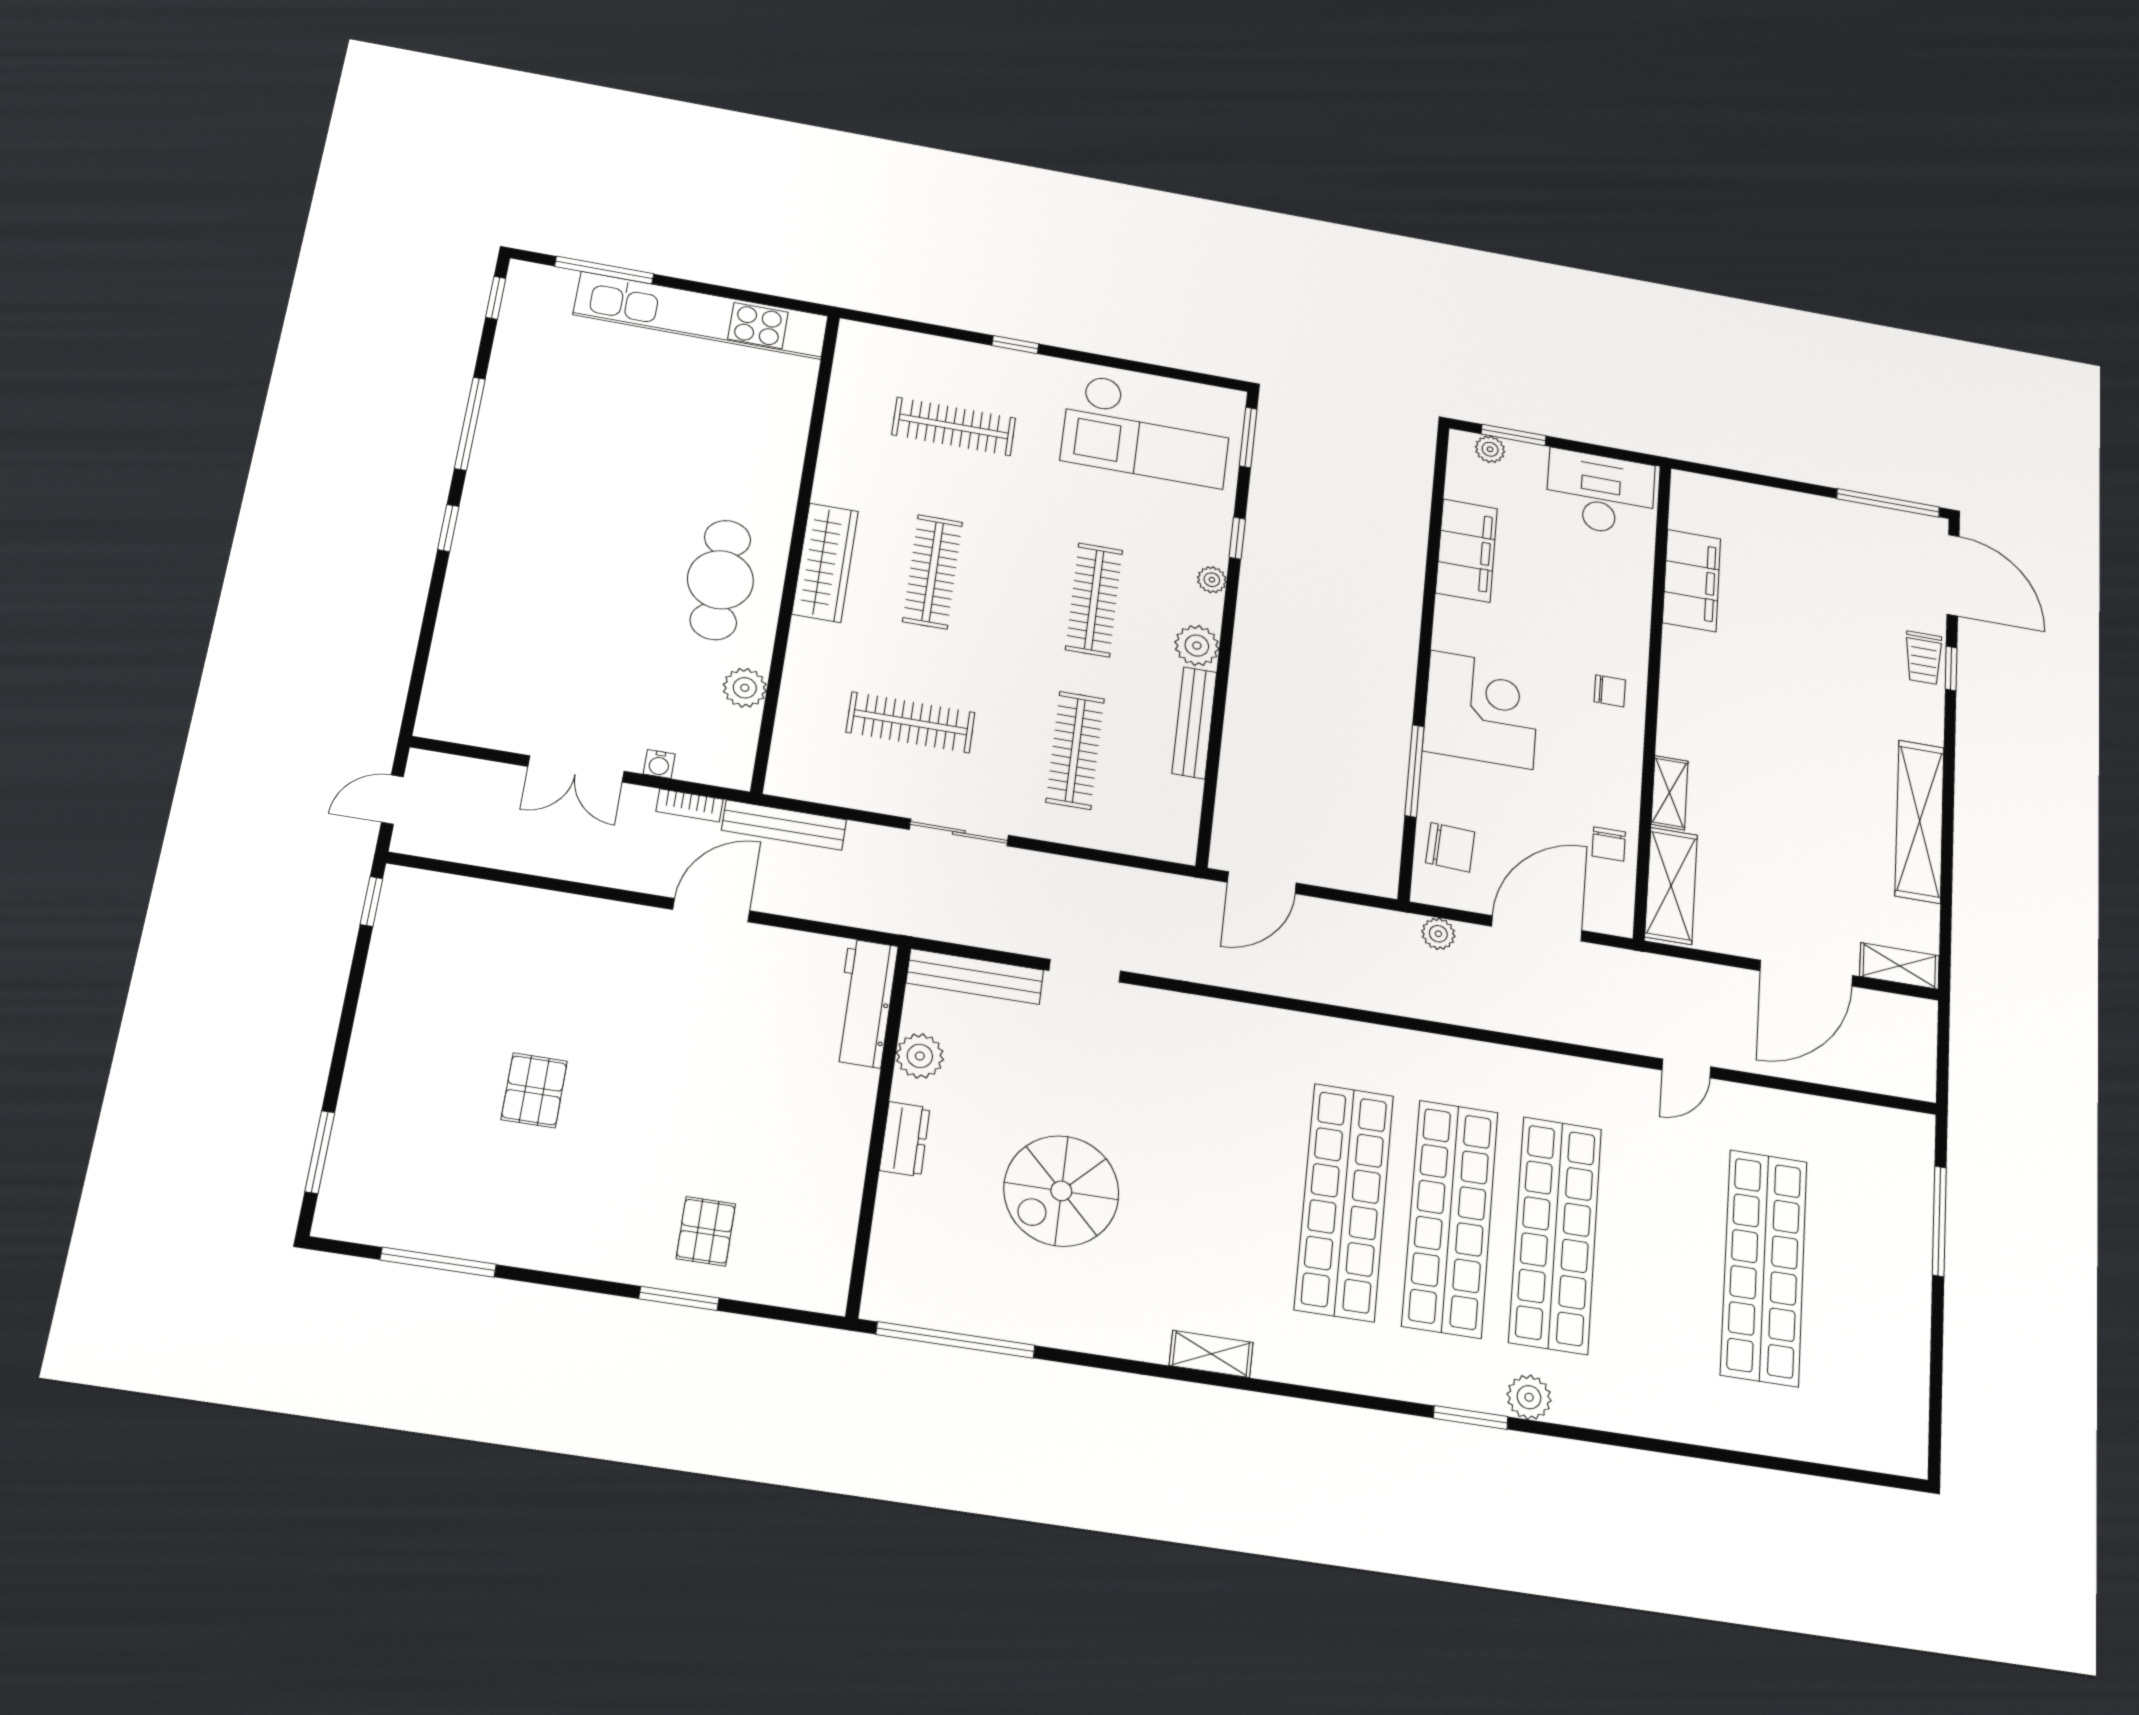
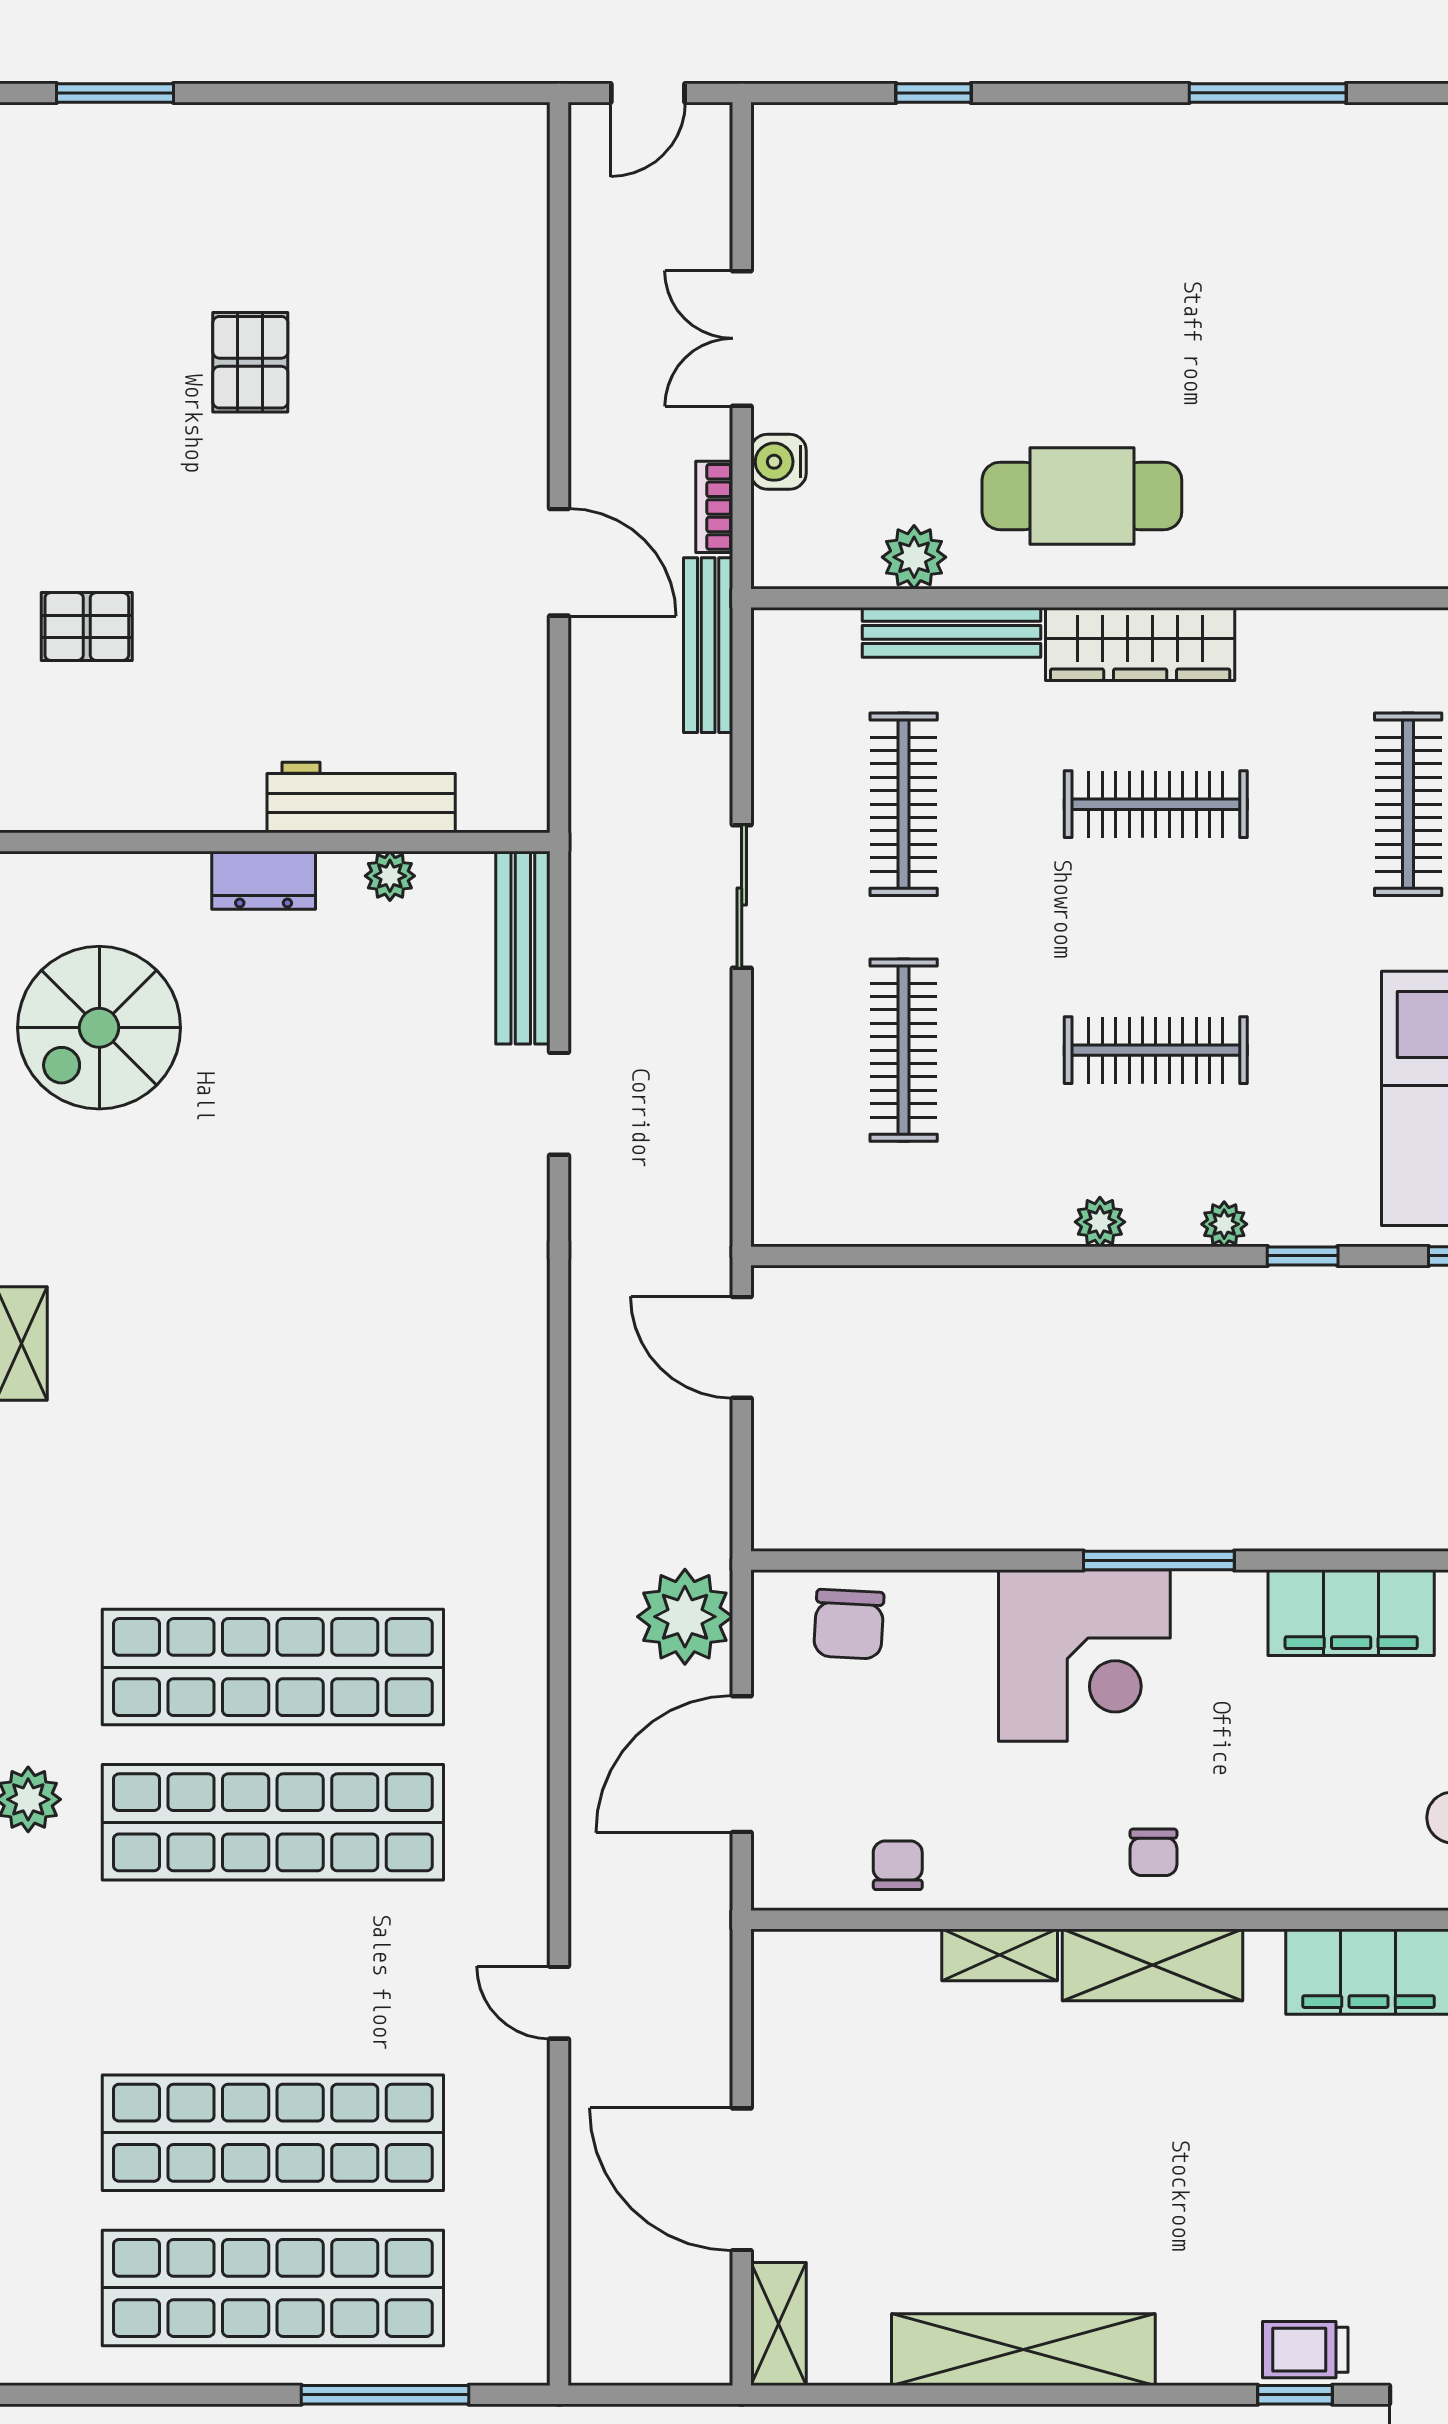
window: (448, 528) -> (933, 93), moved
plant: (1197, 646) -> (1100, 1222), width x0.73, depth x0.73
bench: (1194, 723) -> (952, 632), moved
clothes rail: (1075, 750) -> (904, 1050), turned 90
water cooler: (659, 764) -> (778, 462), width x1.38, depth x1.38
window: (1414, 771) -> (1159, 1560), moved
door: (392, 800) -> (648, 93), swing flipped
chair: (1609, 844) -> (898, 1865), turned 90
shelving: (1671, 886) -> (1153, 1965), moved
window: (371, 901) -> (489, 93), removed
door: (1537, 928) -> (742, 1764), swing flipped
plant: (1438, 934) -> (685, 1617), width x1.88, depth x1.88
workbench: (865, 1003) -> (361, 797), moved
plant: (920, 1056) -> (390, 876), width x0.73, depth x0.73
pallet: (534, 1090) -> (250, 362), turned 90
spiral stairs: (1061, 1191) -> (99, 1028), moved, turned -90
shop shelf: (1344, 1202) -> (273, 2288), moved

